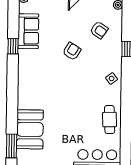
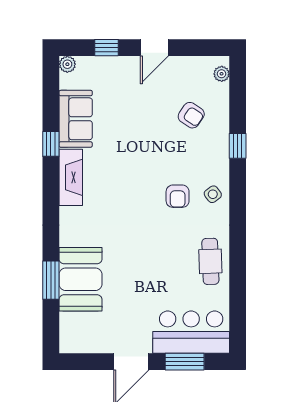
armchair: (72, 51) -> (178, 196), moved, turned 149
fireplace: (25, 67) -> (71, 177), added
window: (12, 146) -> (51, 280), moved

